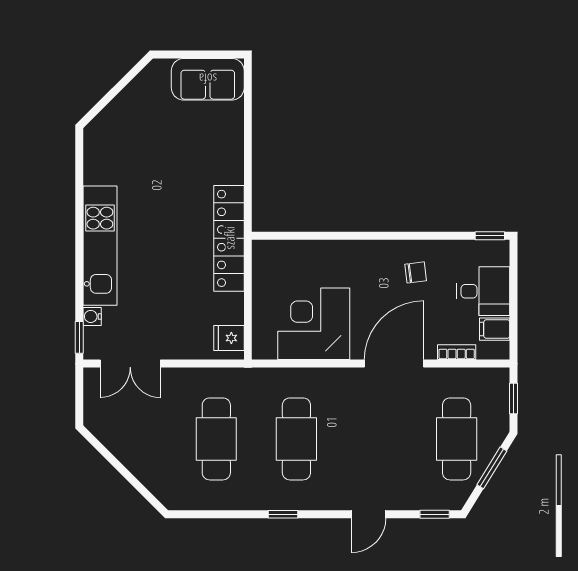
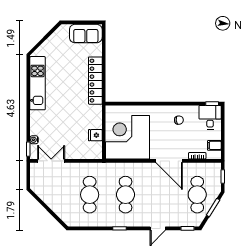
locker: (229, 238) -> (95, 81), moved
kitchen unit: (100, 246) -> (38, 83), moved
desk: (483, 291) -> (210, 117), moved, turned -90
corner desk: (314, 324) -> (128, 137), width x1.36, depth x1.36
fridge: (229, 338) -> (95, 135), moved
double door: (130, 364) -> (51, 161), swing flipped
door: (394, 364) -> (169, 161), swing flipped

